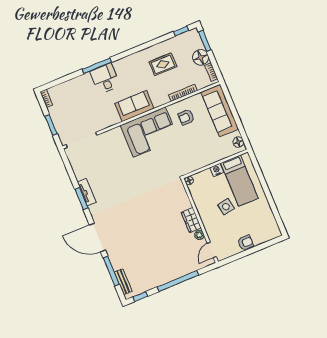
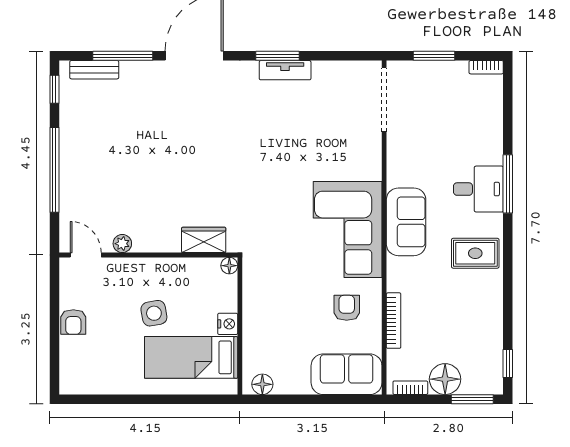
rug: (163, 64) -> (475, 253), moved, turned 90
sofa: (220, 111) -> (347, 374), width x0.73
wardrobe: (191, 220) -> (204, 240), moved

